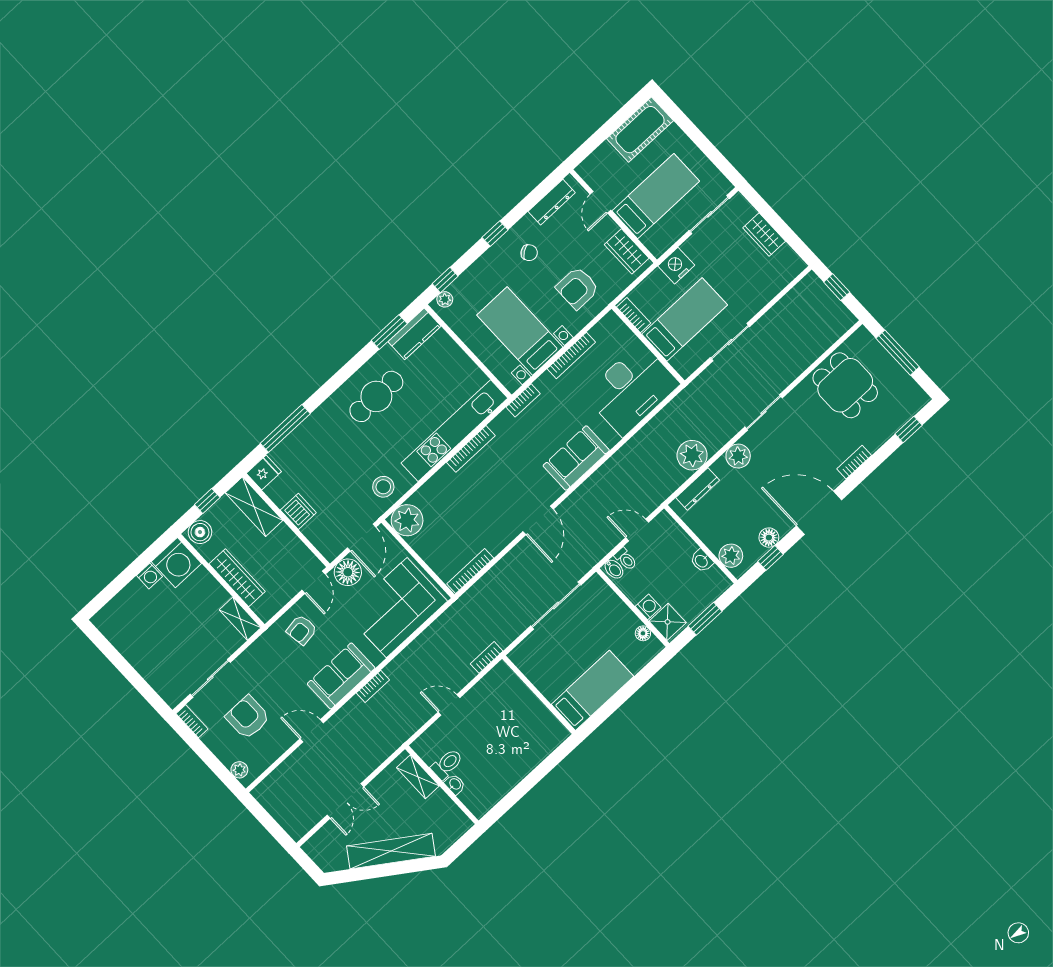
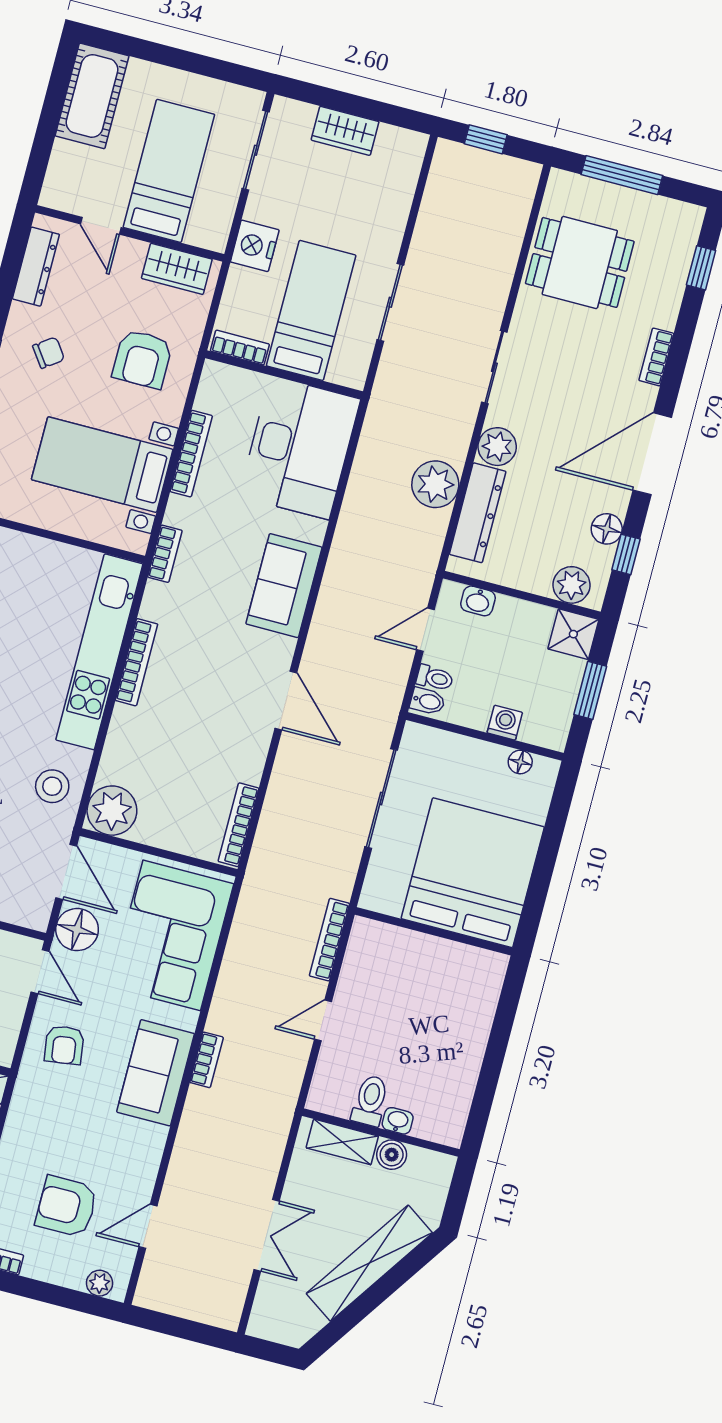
dresser: (698, 489) -> (478, 513), width x1.37, depth x1.24
washbasin: (702, 561) -> (478, 601), moved
shower: (668, 622) -> (573, 634), moved
bookcase: (487, 657) -> (329, 940), width x1.56
bed: (592, 690) -> (473, 873), width x2.04
door: (312, 731) -> (148, 1226), moved
boiler: (440, 800) -> (392, 1155), added

